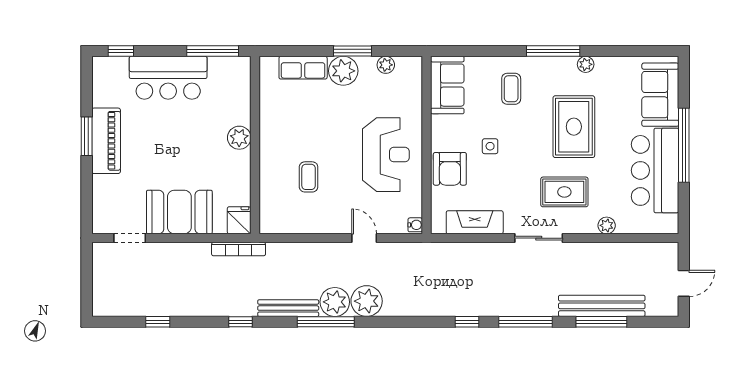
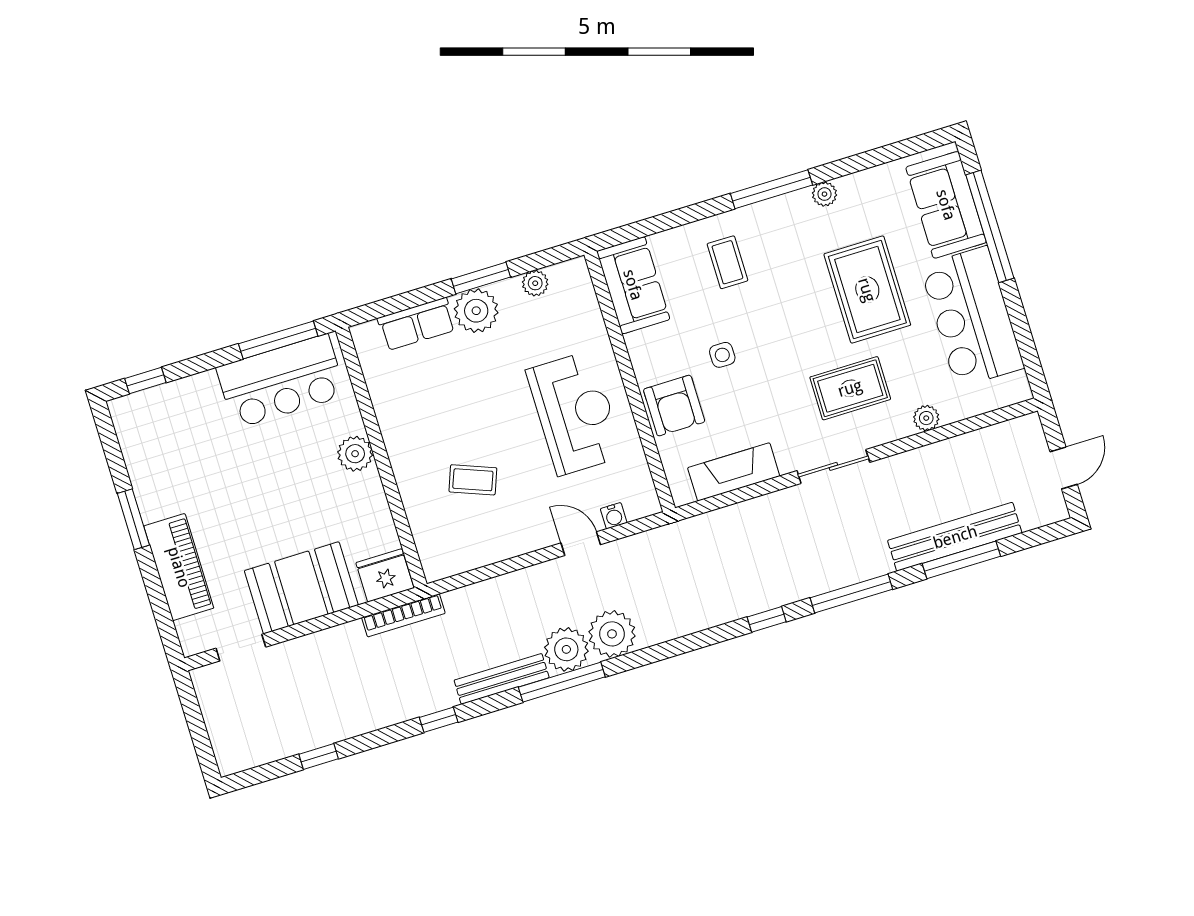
bar counter: (168, 78) -> (281, 381), moved
rug: (574, 127) -> (867, 290), moved
piano: (106, 141) -> (179, 567), moved
window: (684, 145) -> (990, 226), moved
coffee table: (309, 177) -> (473, 480), turned -69
fridge: (239, 220) -> (385, 575), width x1.38
water cooler: (415, 225) -> (614, 516), moved, turned 90

